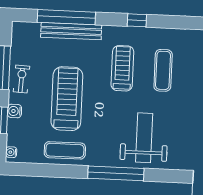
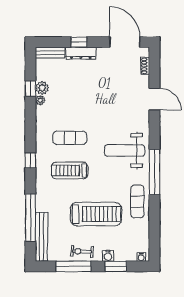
bench: (71, 31) -> (42, 237), moved
treadmill: (67, 99) -> (96, 214), turned 180
exercise mat: (65, 150) -> (137, 201), moved

